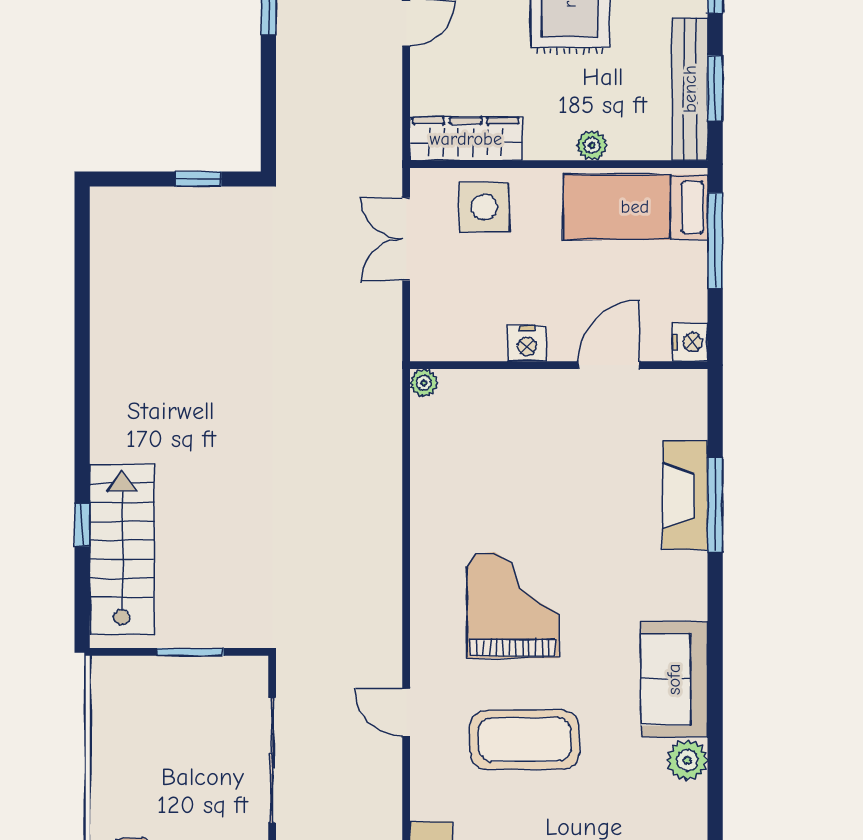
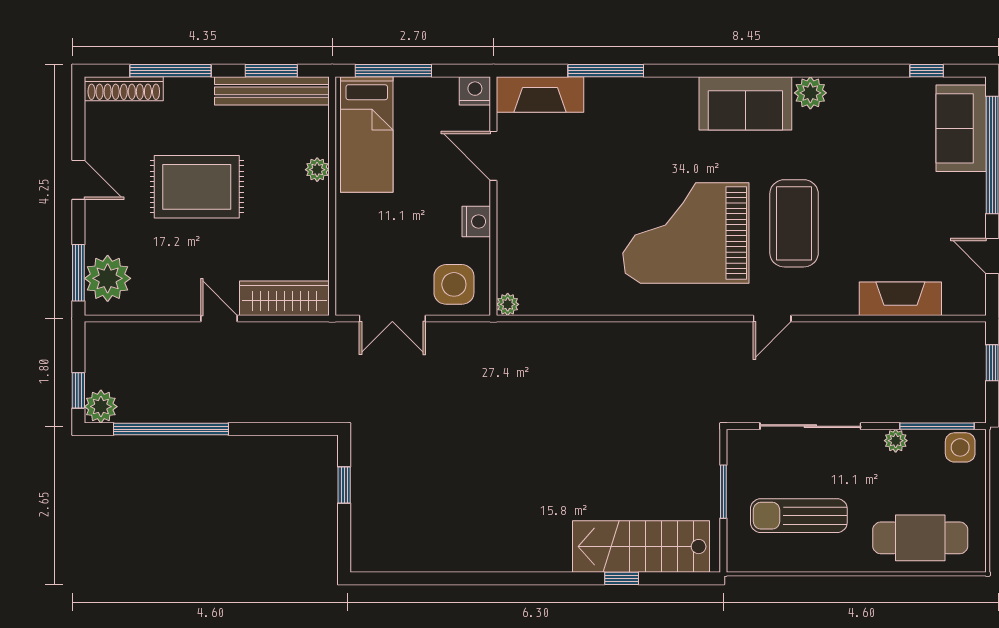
wardrobe: (466, 139) -> (284, 298), moved, turned 90
side table: (484, 207) -> (454, 284), moved
fireplace: (685, 495) -> (540, 95), moved
grand piano: (513, 605) -> (686, 233), width x1.37, depth x1.48
sun lounger: (160, 746) -> (799, 516), added

